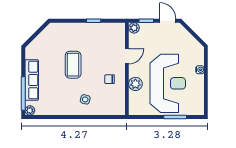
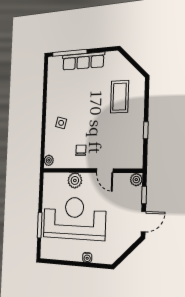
coffee table: (73, 65) -> (120, 97), moved, turned 90
reception desk: (168, 83) -> (74, 218), turned 180
plant: (30, 110) -> (49, 160), moved

